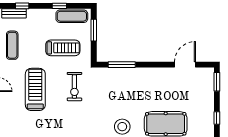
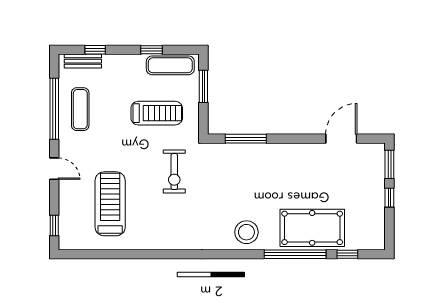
treadmill: (35, 89) -> (110, 204), moved
window: (217, 118) -> (389, 198), moved

